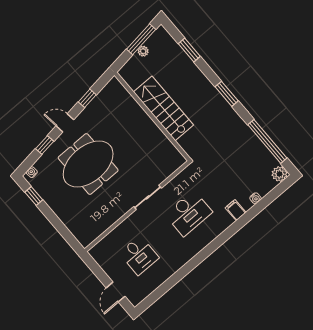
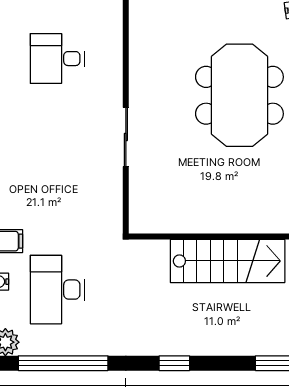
window: (227, 94) -> (174, 363), width x0.67
desk: (189, 213) -> (57, 290), moved

